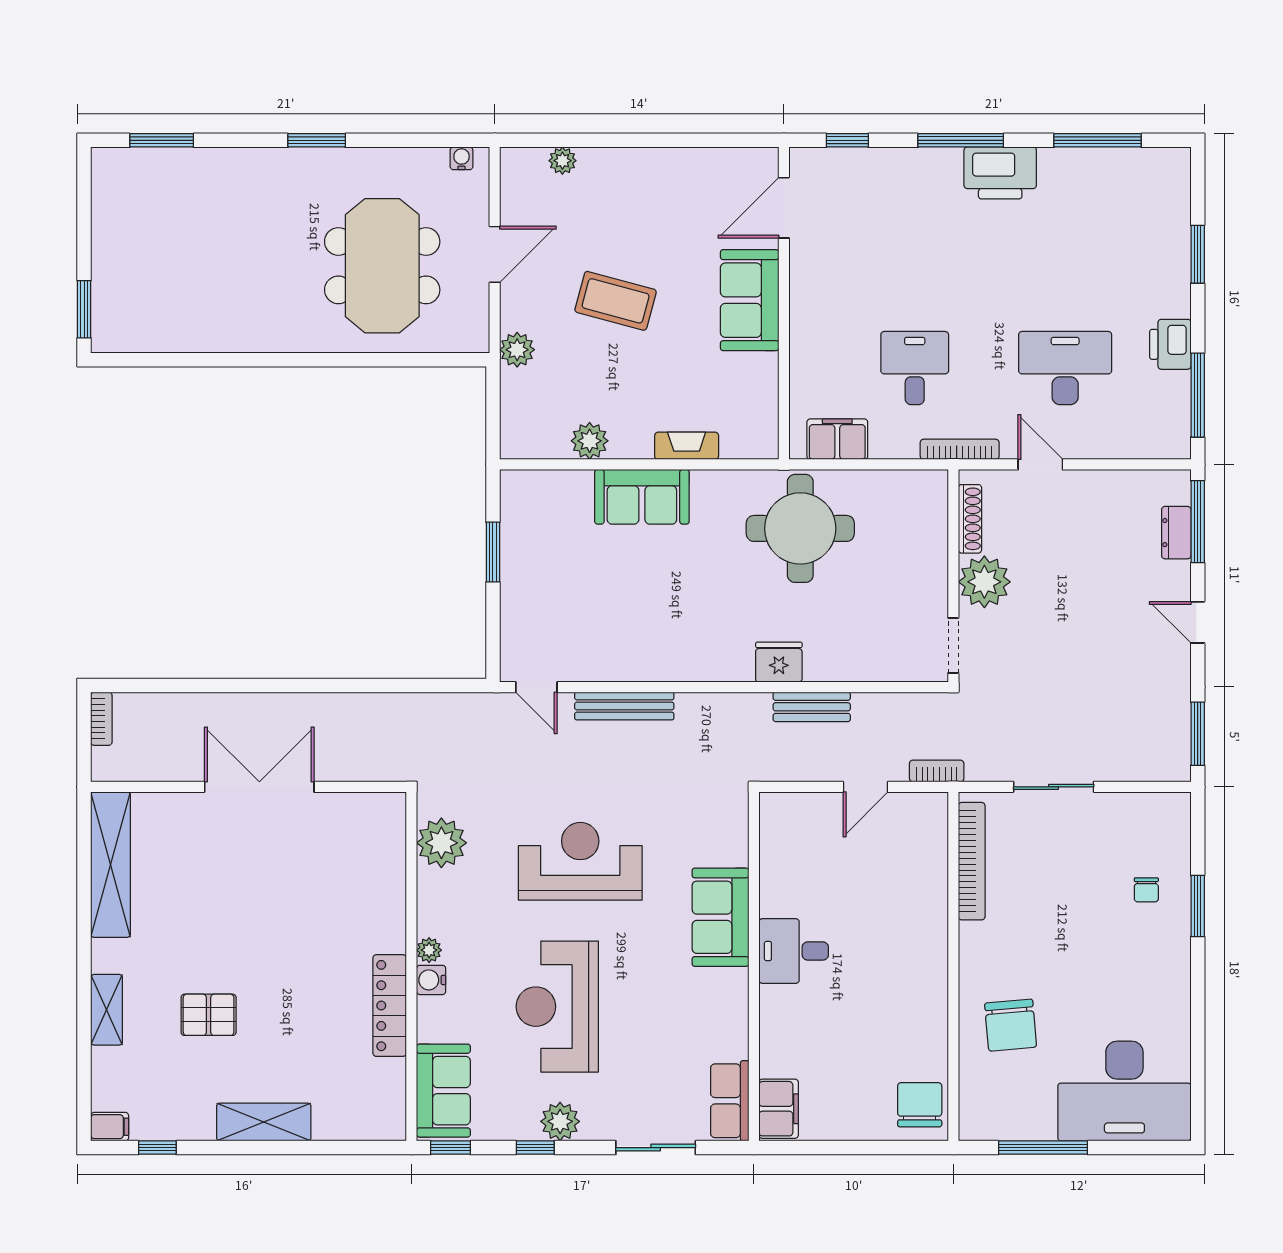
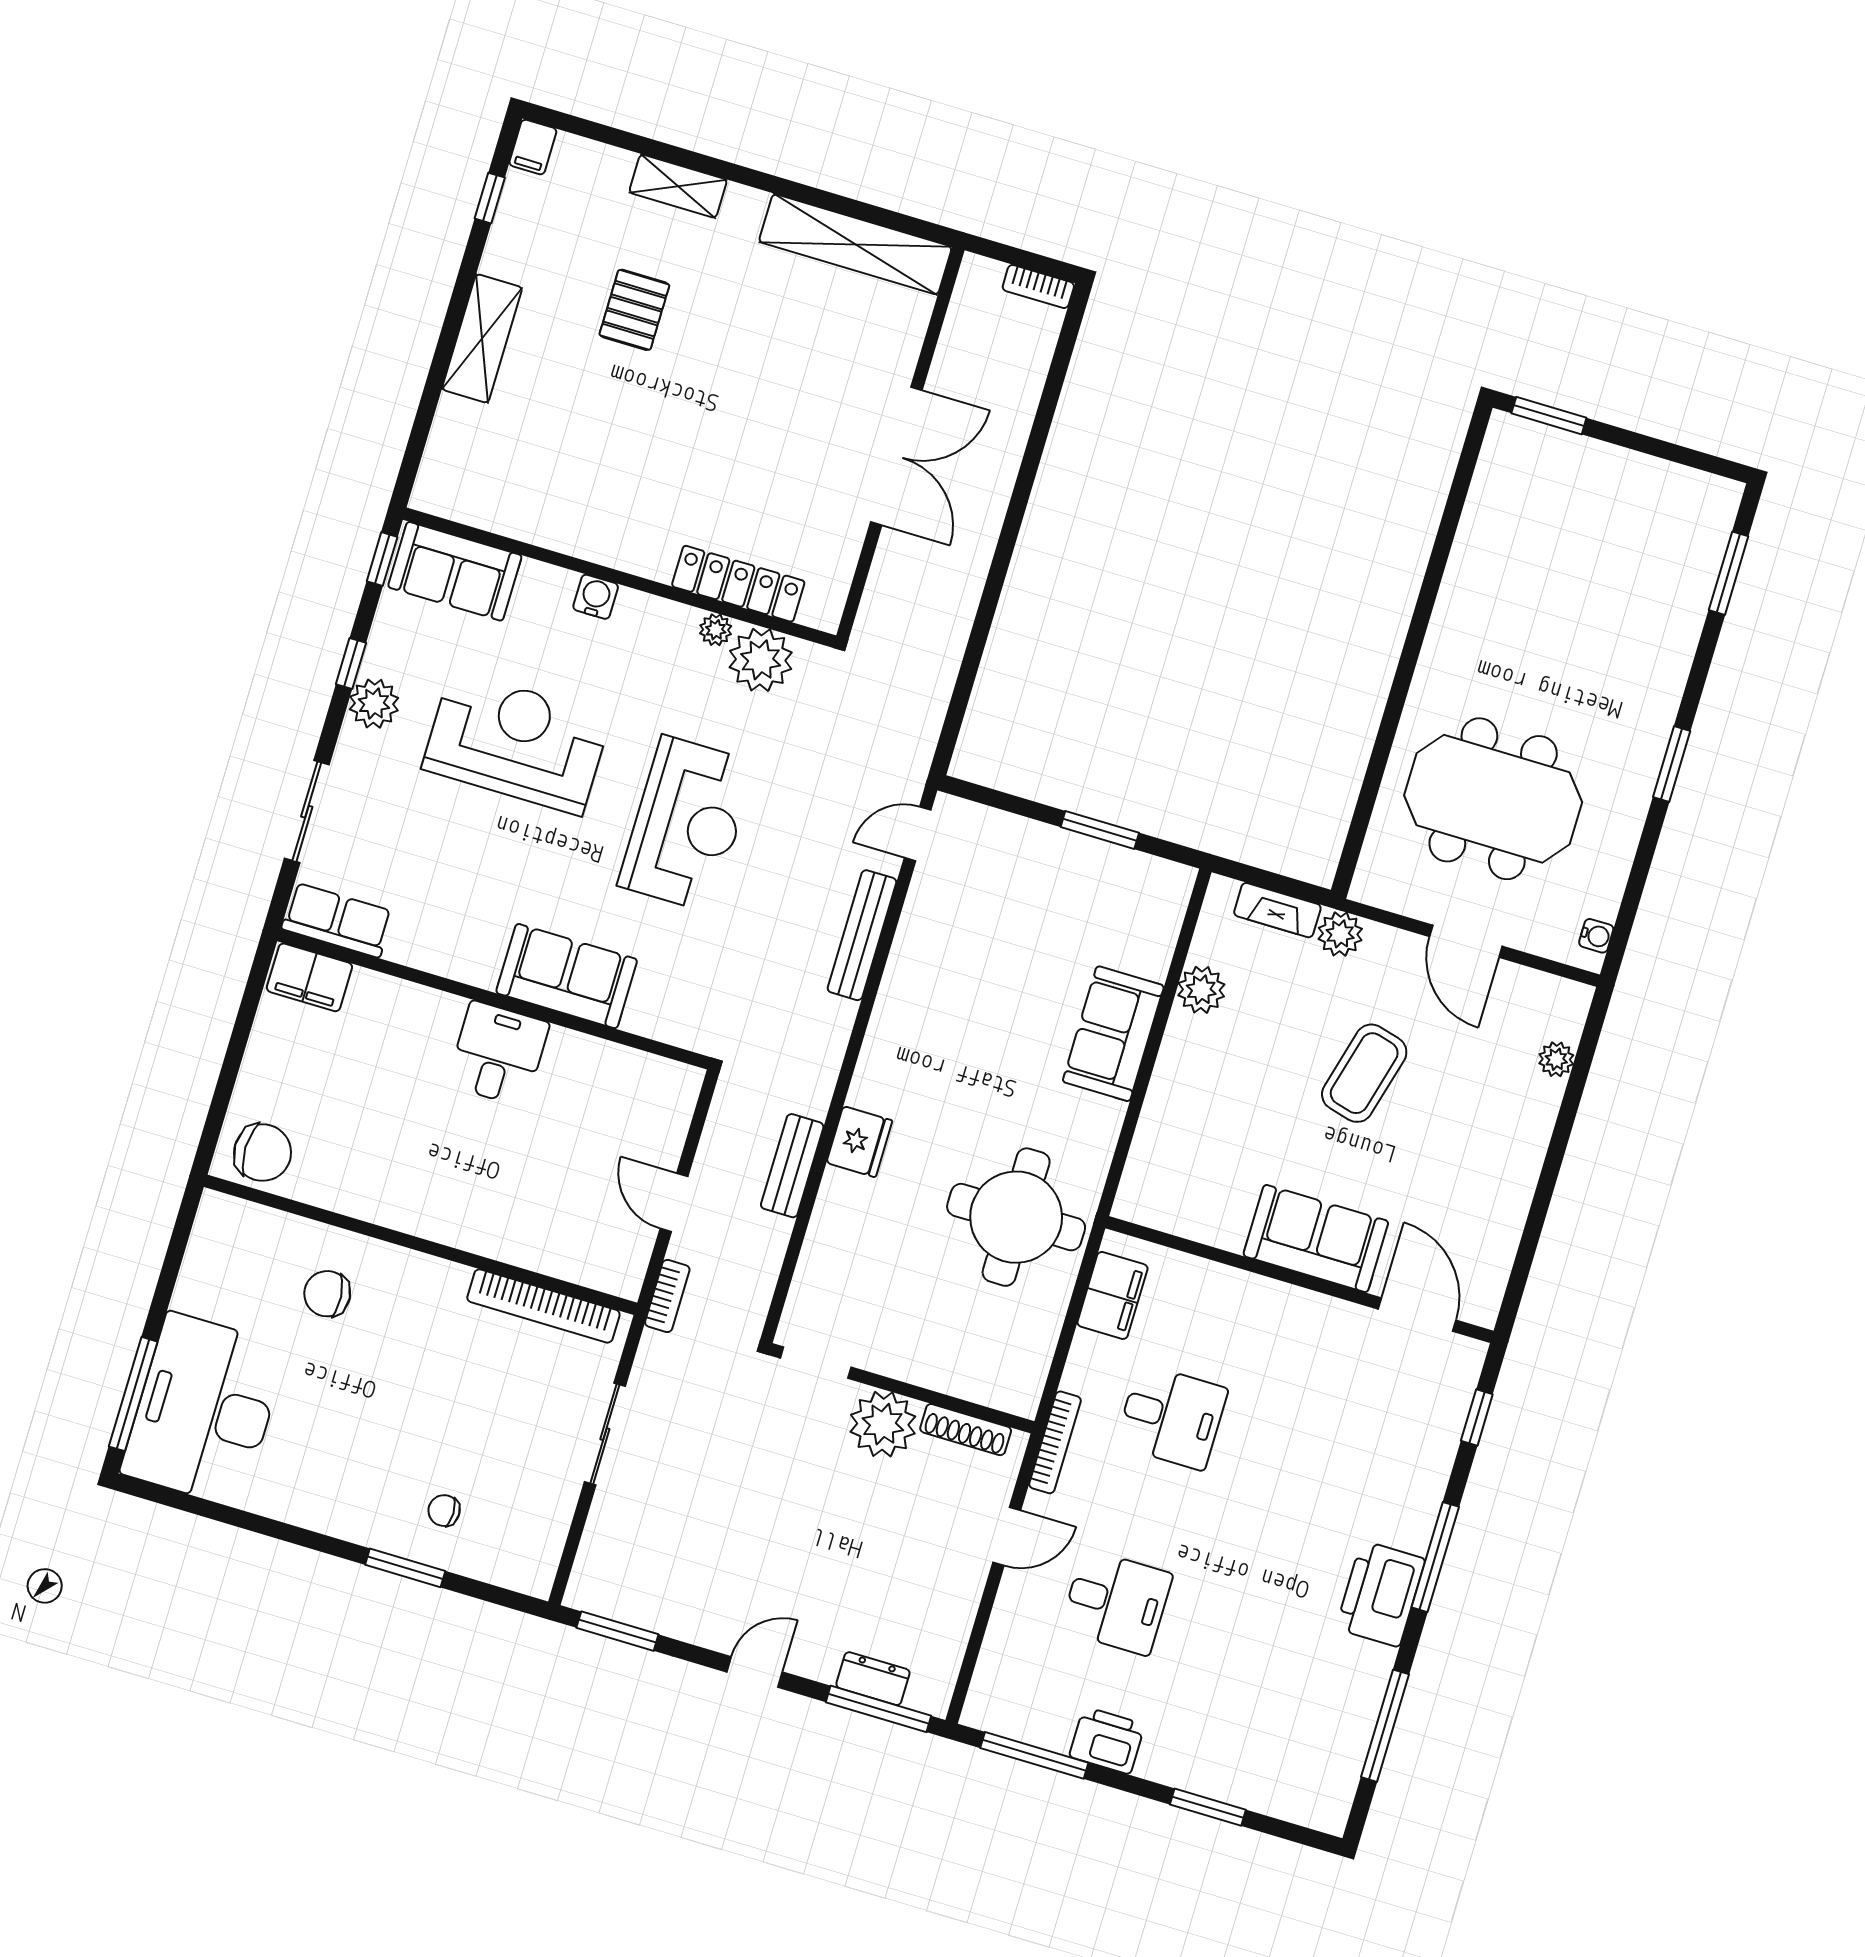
desk: (1065, 368) -> (1116, 1602), width x0.73
fireplace: (687, 446) -> (1277, 910), moved, turned 90
plant: (429, 950) -> (716, 630), moved
locker: (390, 1006) -> (738, 584), moved
chair: (1011, 1025) -> (327, 1294), width x0.73, depth x0.73
window: (1043, 1148) -> (133, 1394), moved

